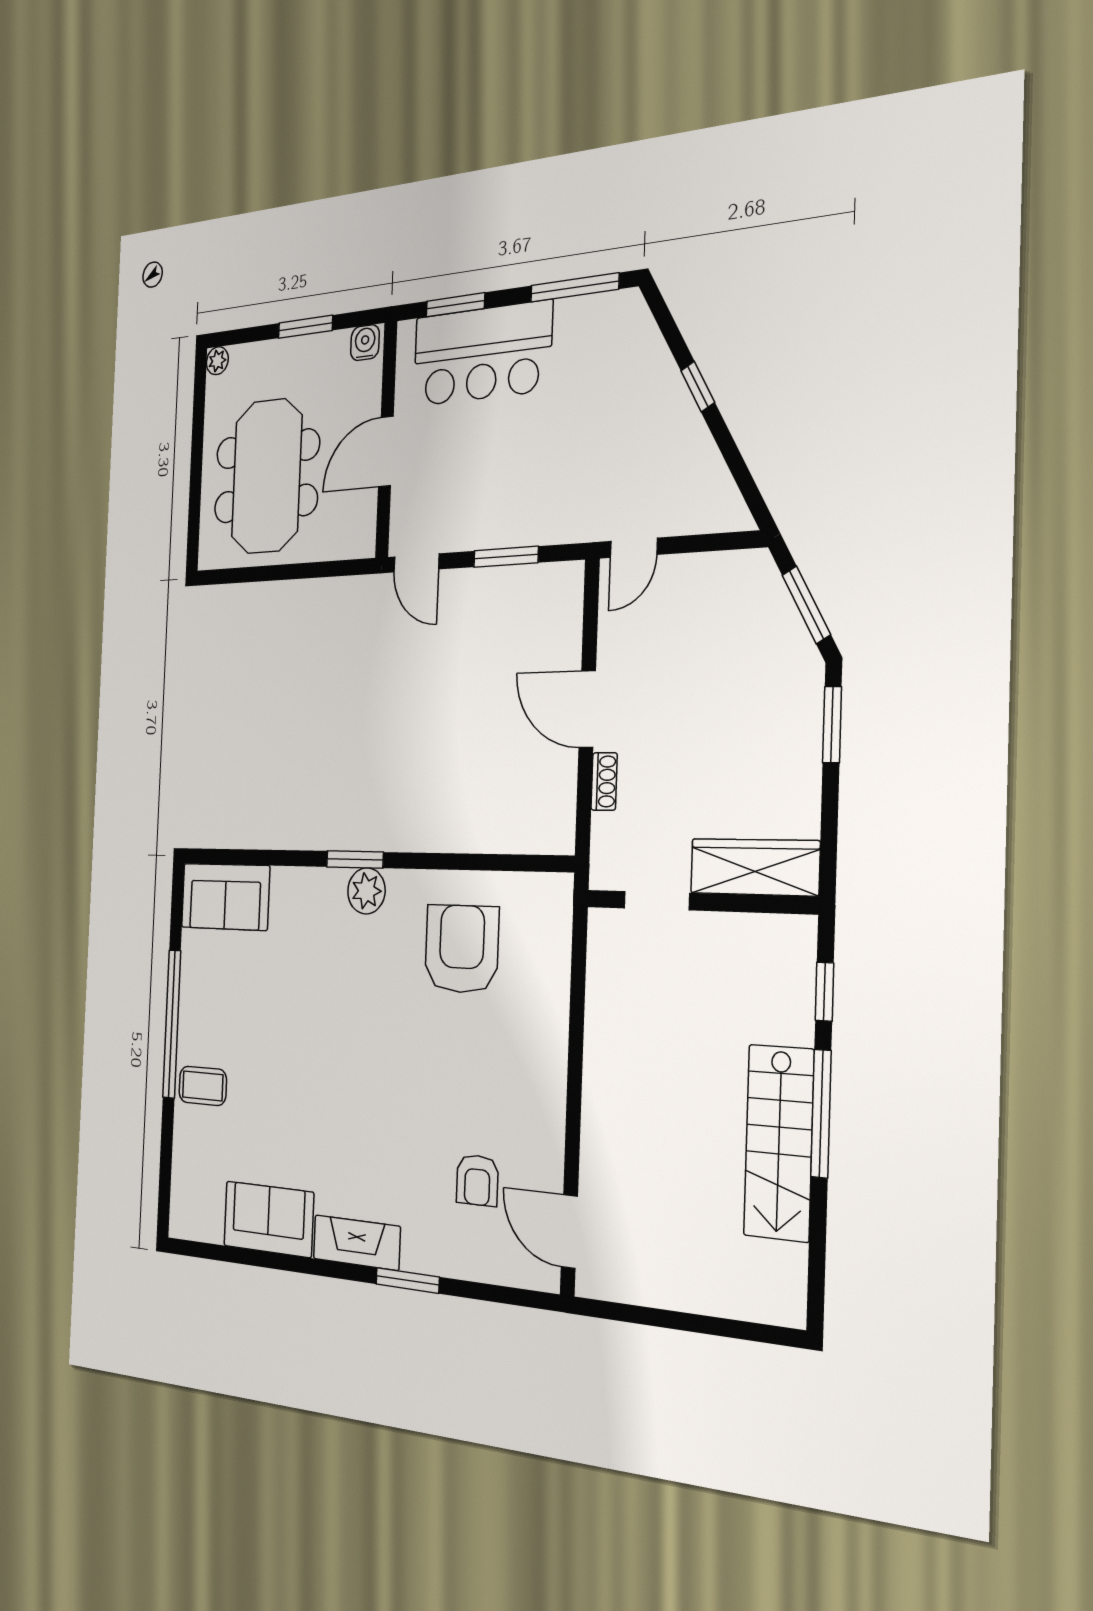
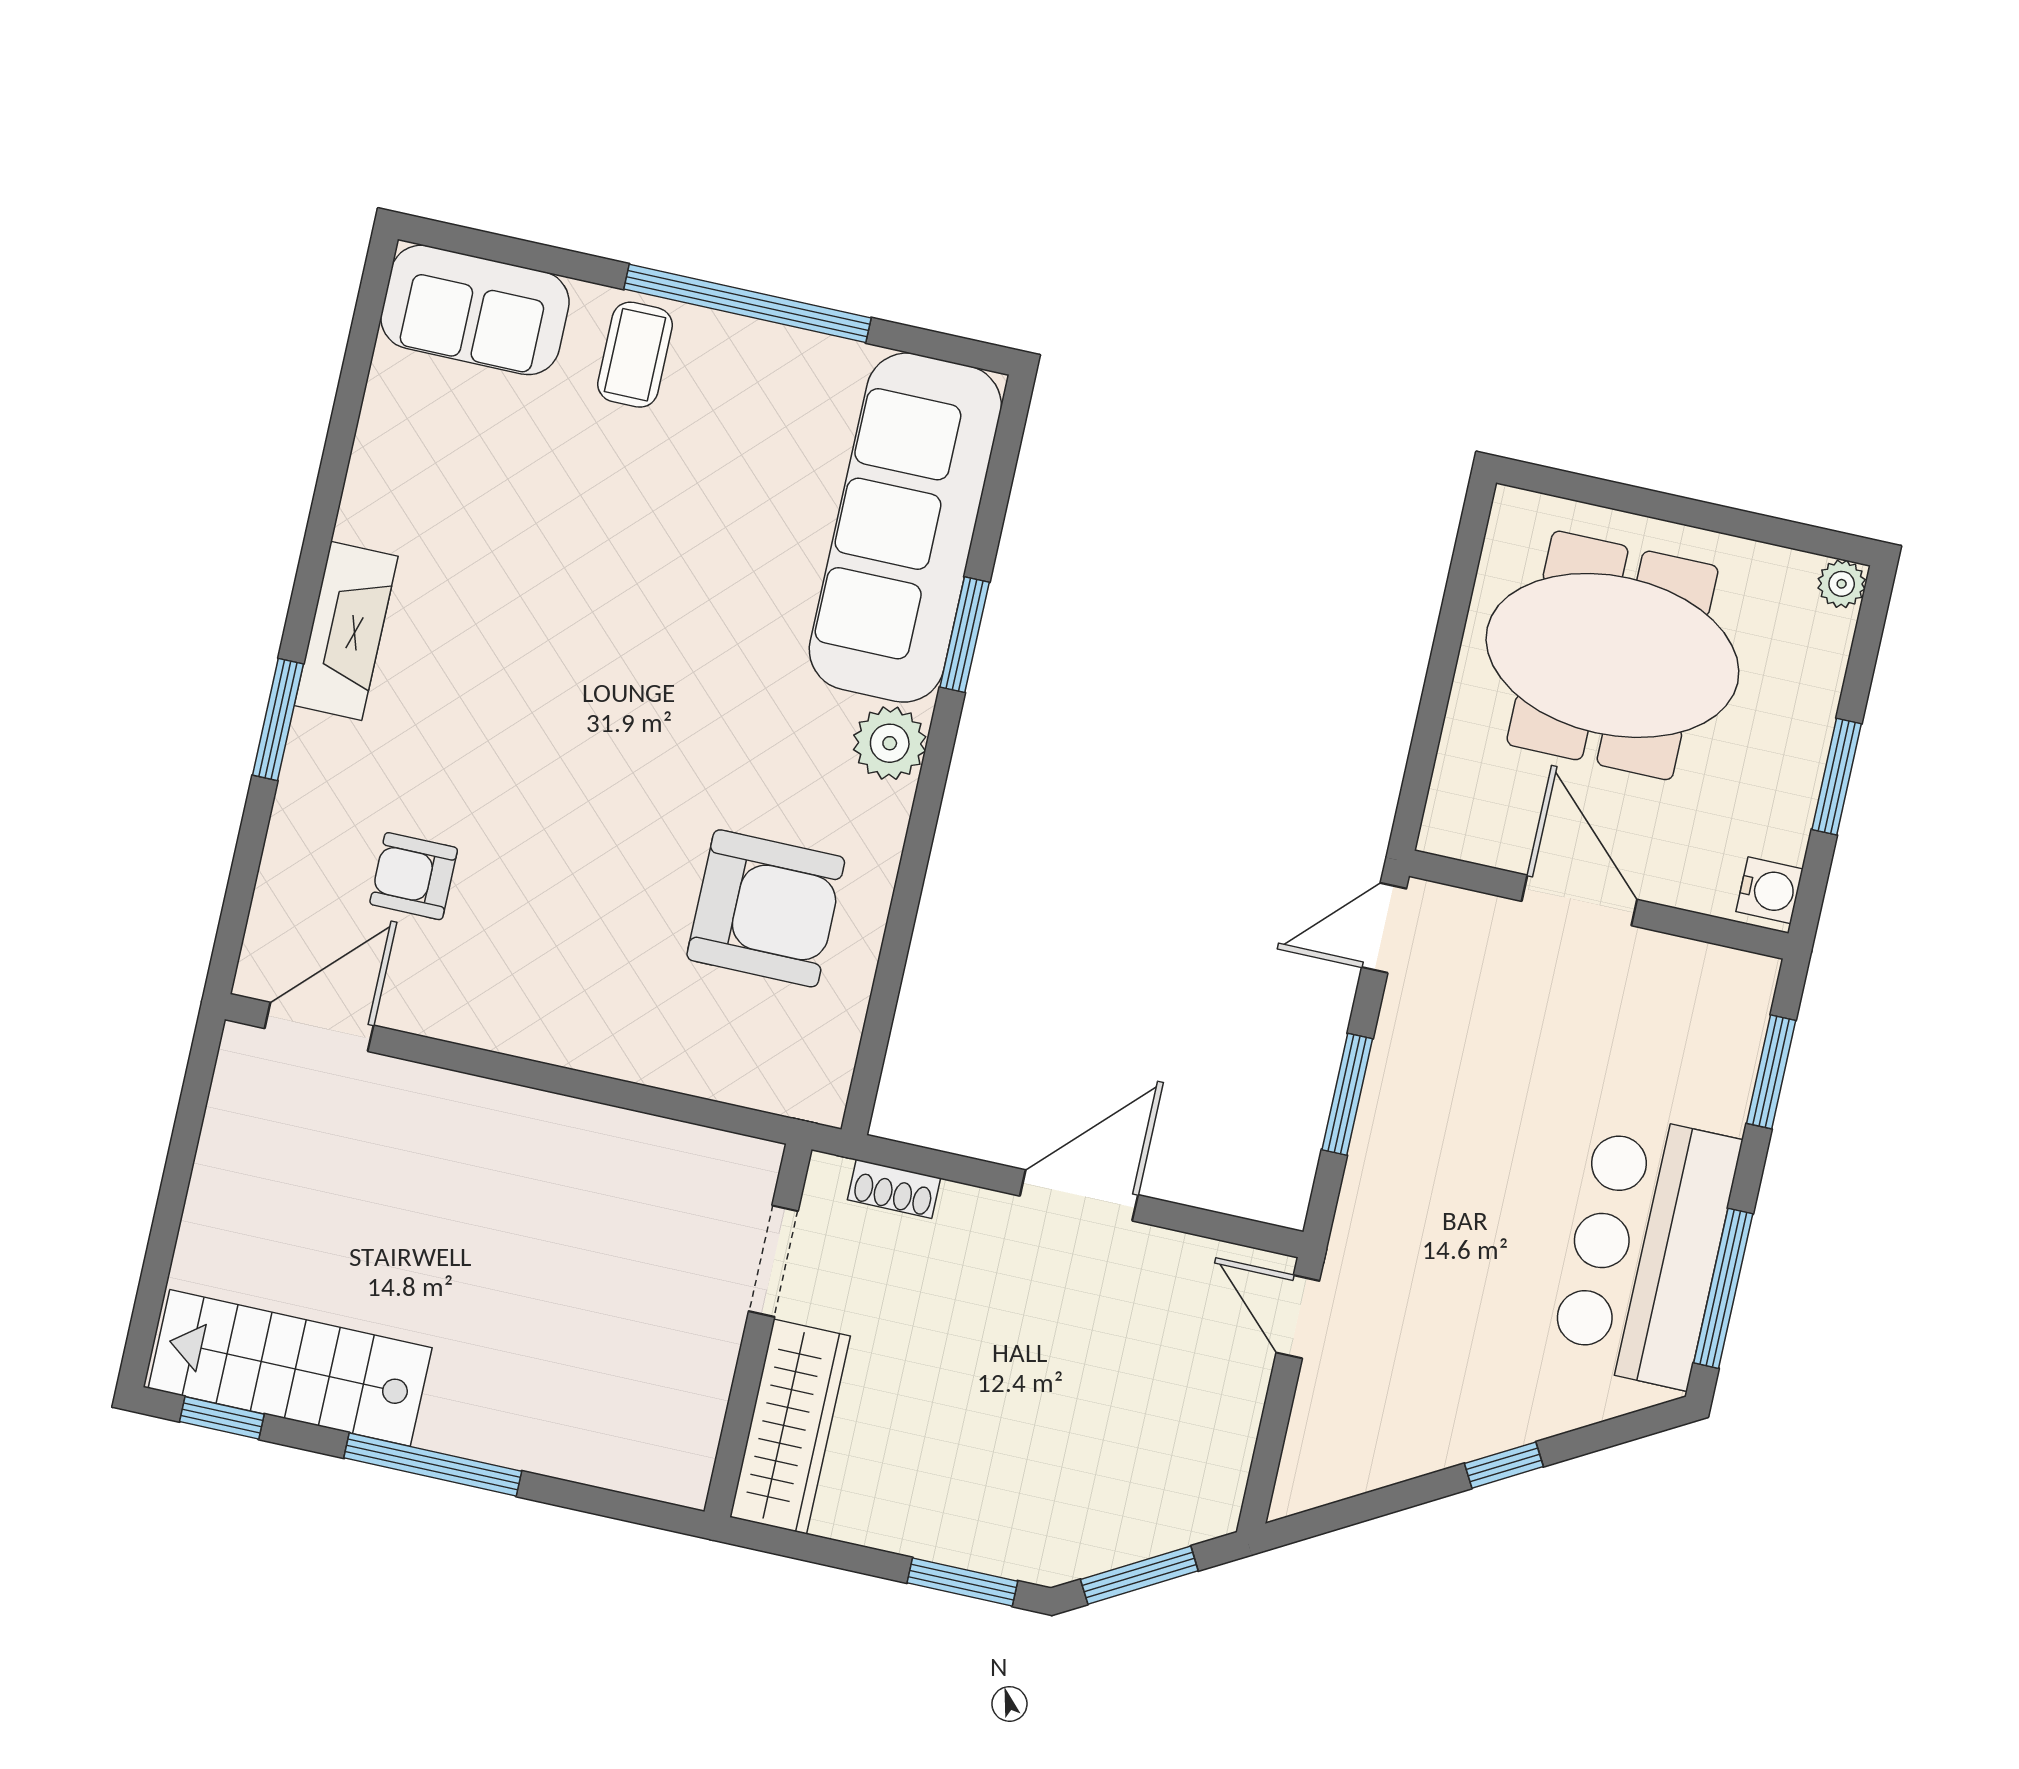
bar counter: (482, 354) -> (1645, 1250), moved
shoe rack: (604, 781) -> (894, 1189), moved
window: (355, 859) -> (965, 635), moved
sofa: (225, 897) -> (905, 528), width x1.85, depth x1.27
window: (824, 992) -> (222, 1418), moved
stairs: (779, 1143) -> (290, 1368), moved
sofa: (269, 1219) -> (475, 310), moved, turned 90

